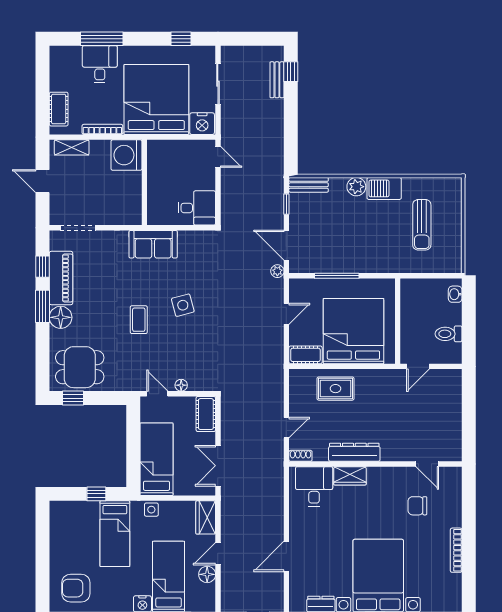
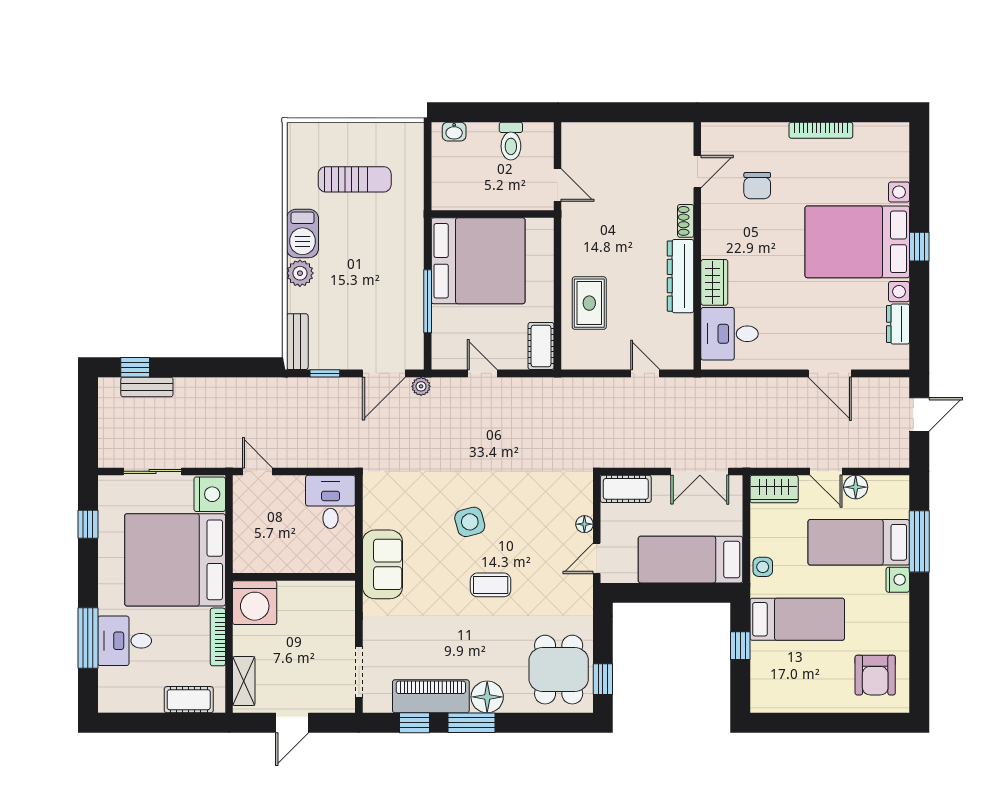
door: (218, 157) -> (257, 471), hinge flipped
bed: (353, 331) -> (478, 261), moved, turned 180
shoe rack: (300, 456) -> (686, 221), moved

